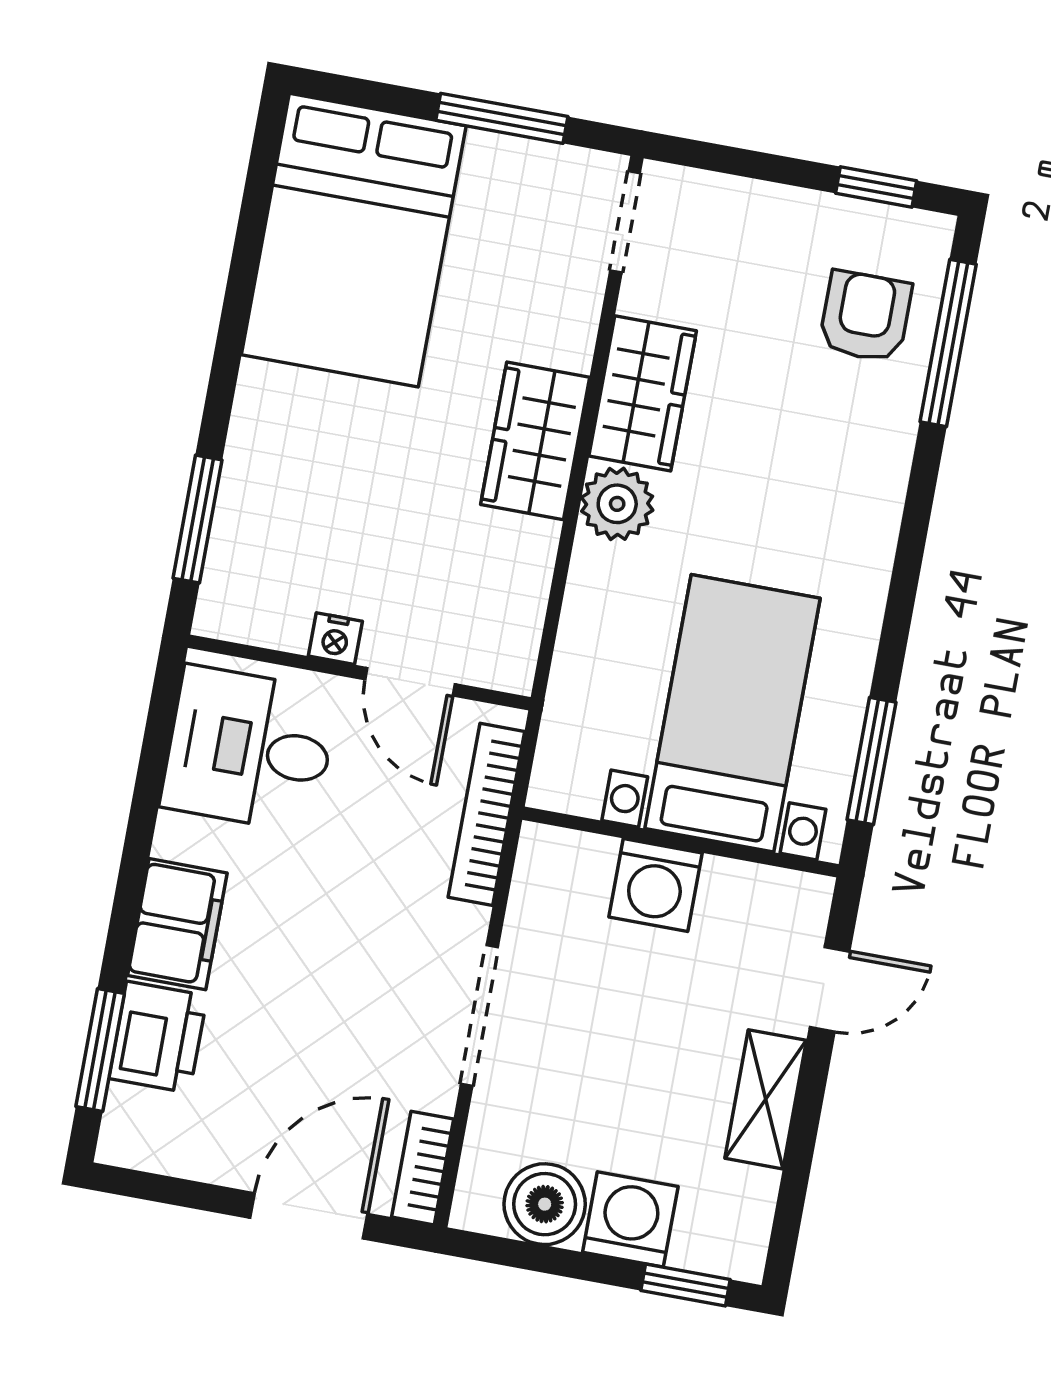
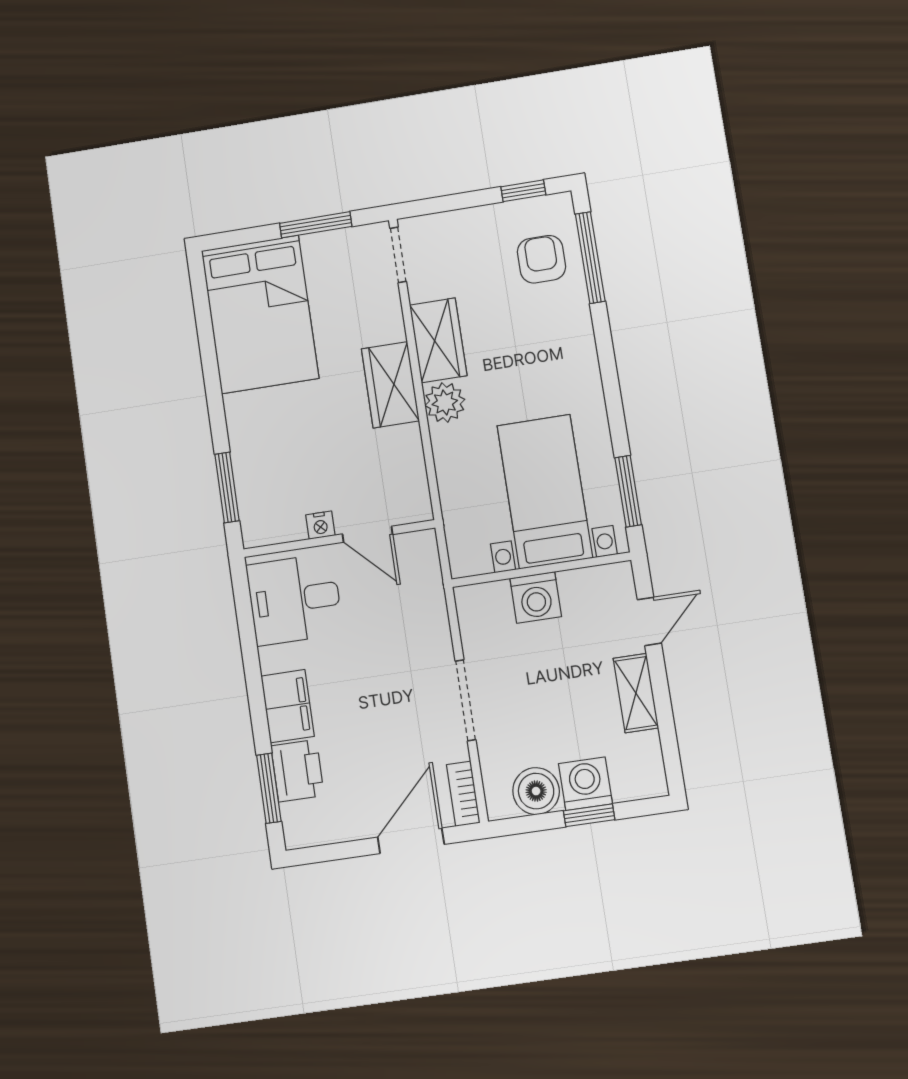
bookcase: (486, 814) -> (432, 591), removed
window: (685, 1285) -> (589, 815), moved

